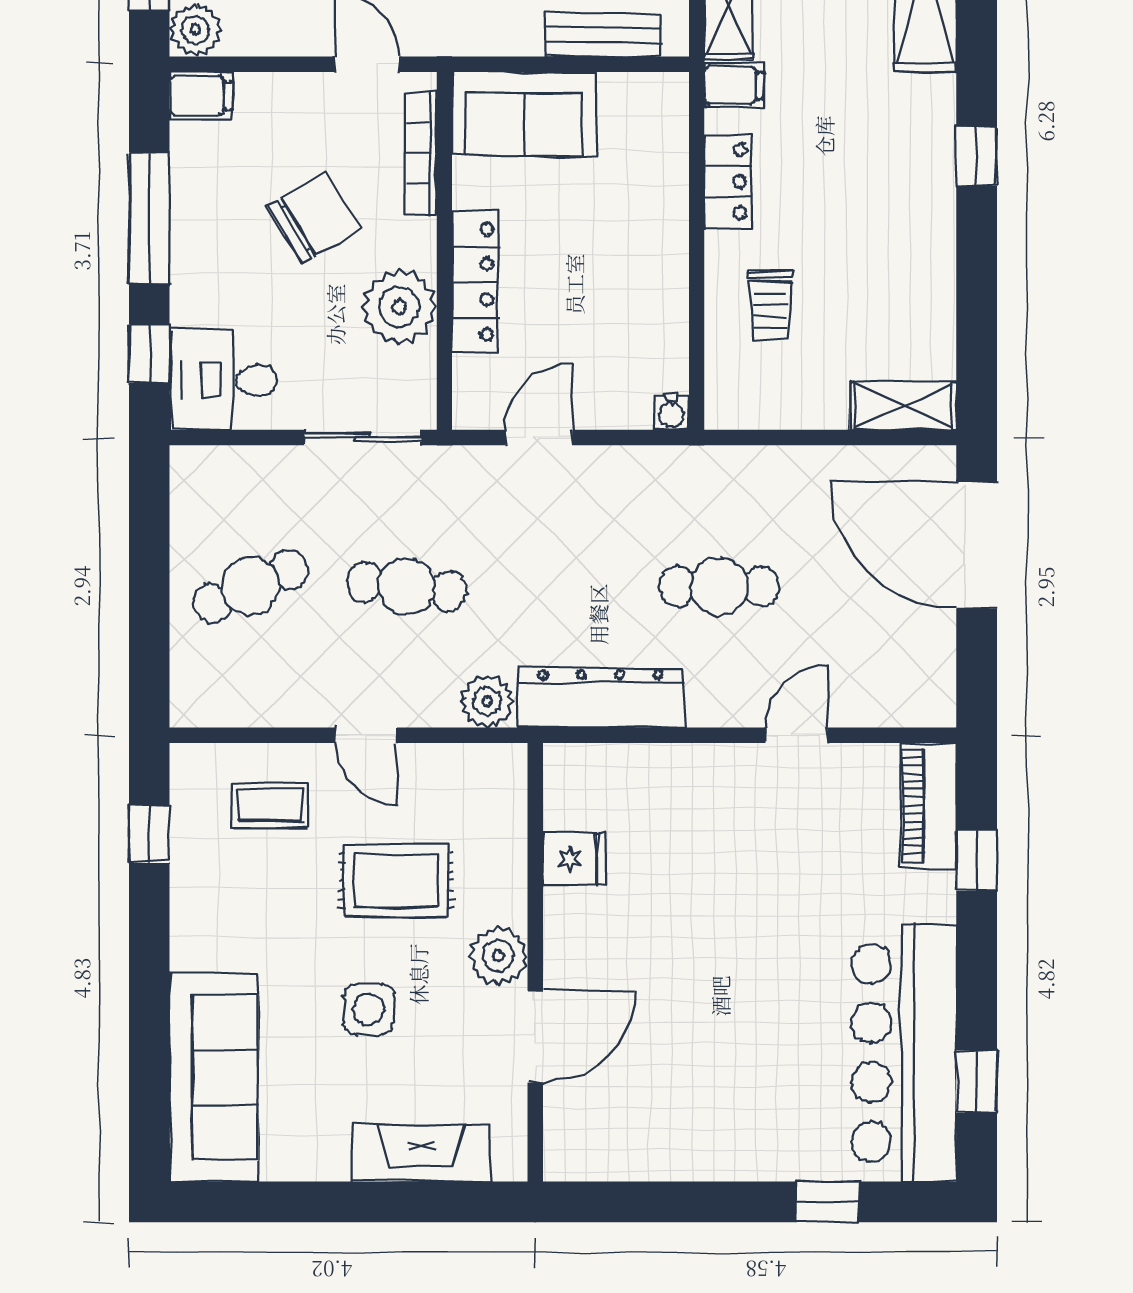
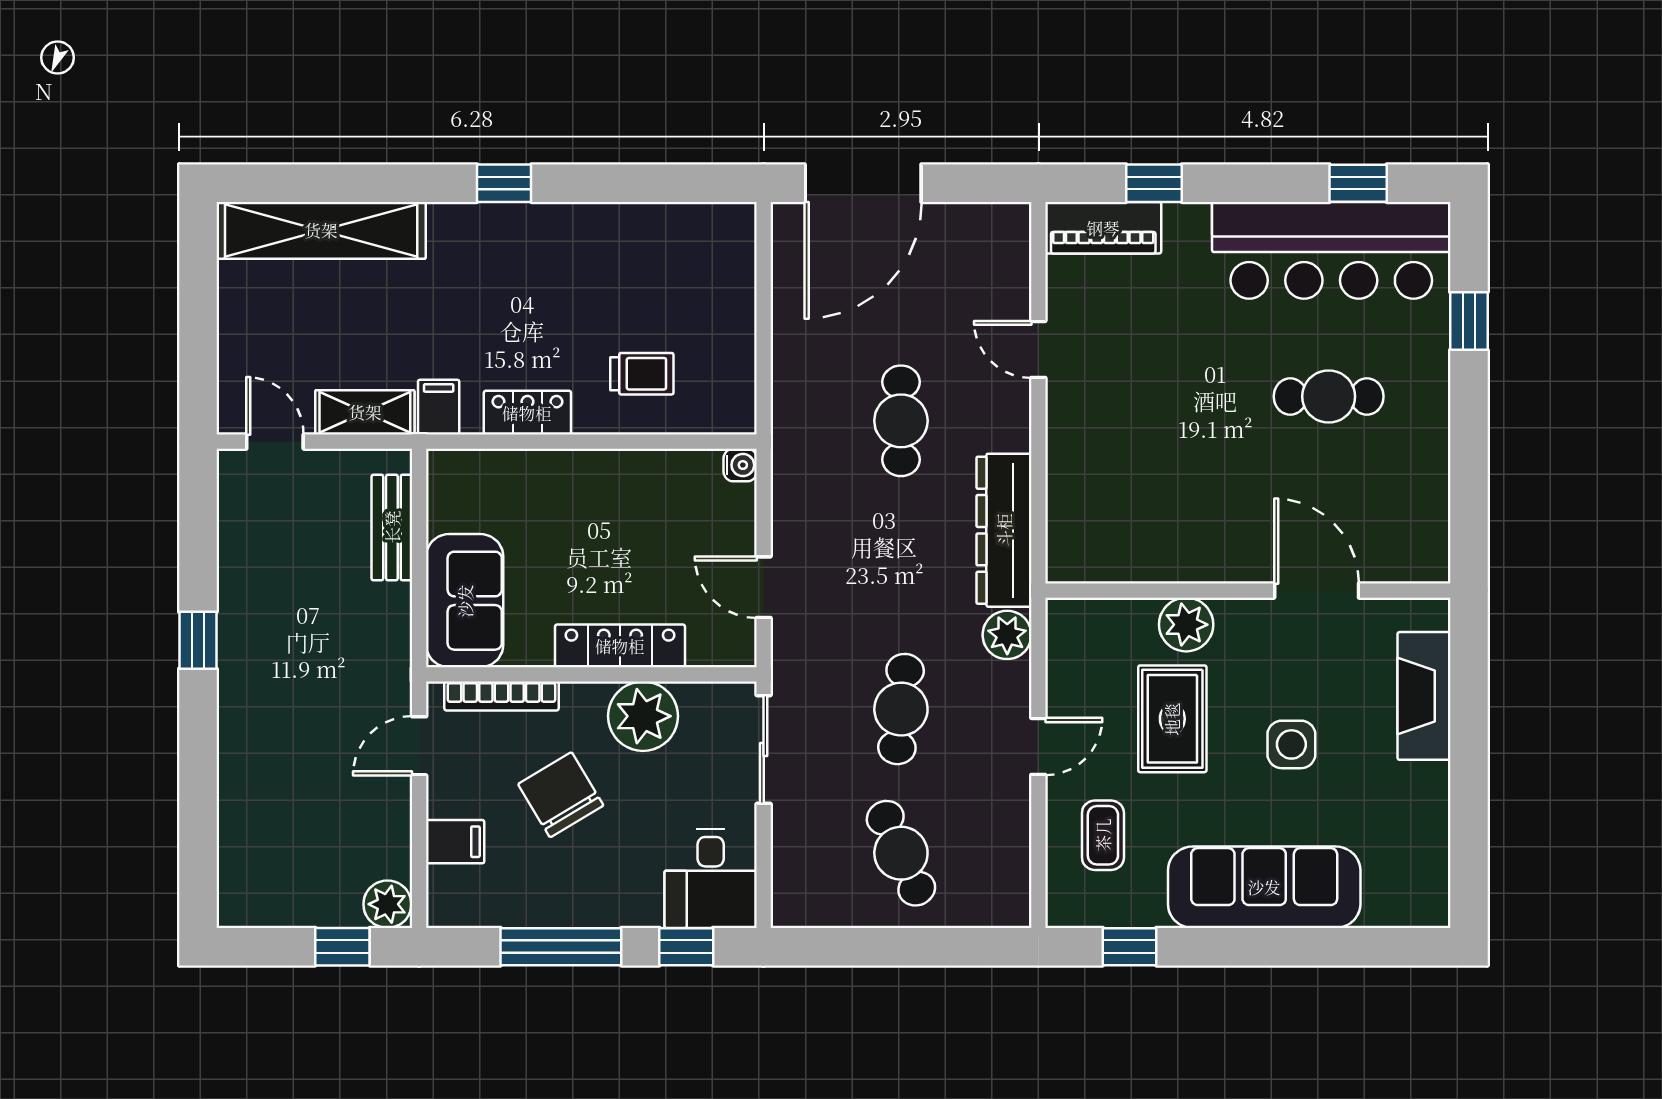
filing cabinet: (201, 95) -> (455, 842), moved, turned 90
shelving: (903, 406) -> (735, 251), removed
fridge: (574, 859) -> (1153, 554), removed
plant: (498, 956) -> (1186, 625), moved
cafe table: (746, 1050) -> (1329, 396), added
sofa: (214, 1077) -> (1264, 887), moved

